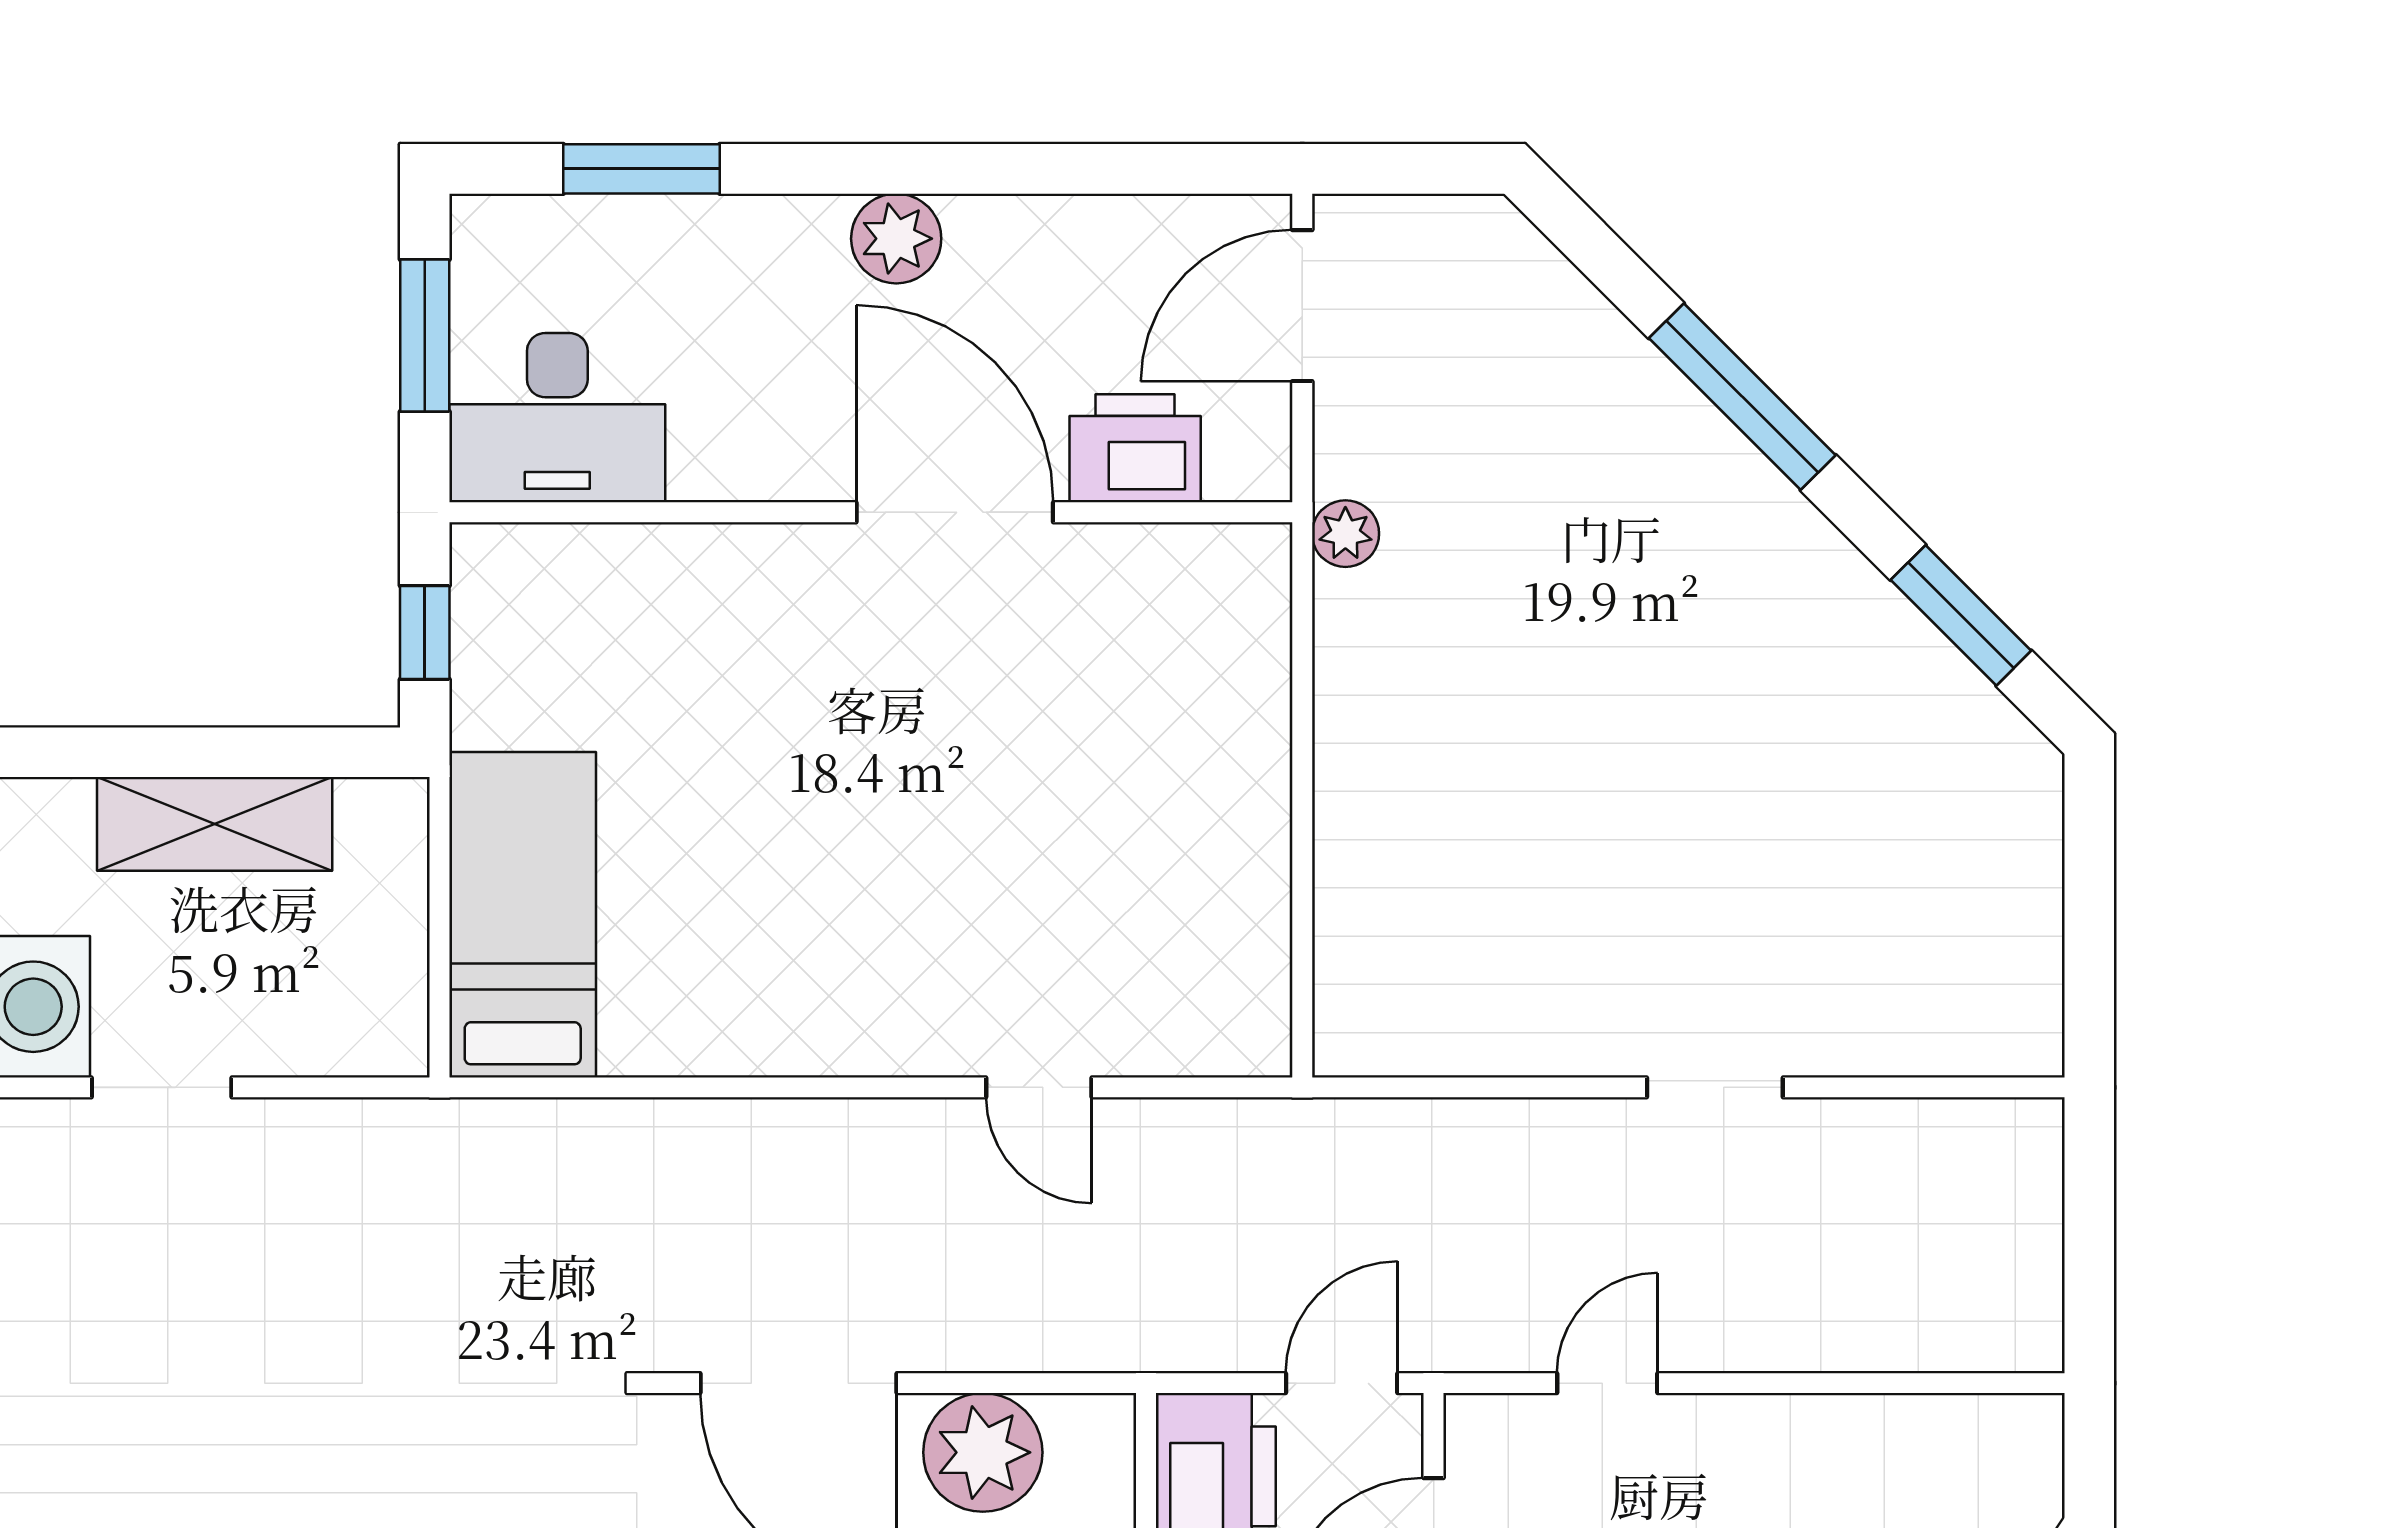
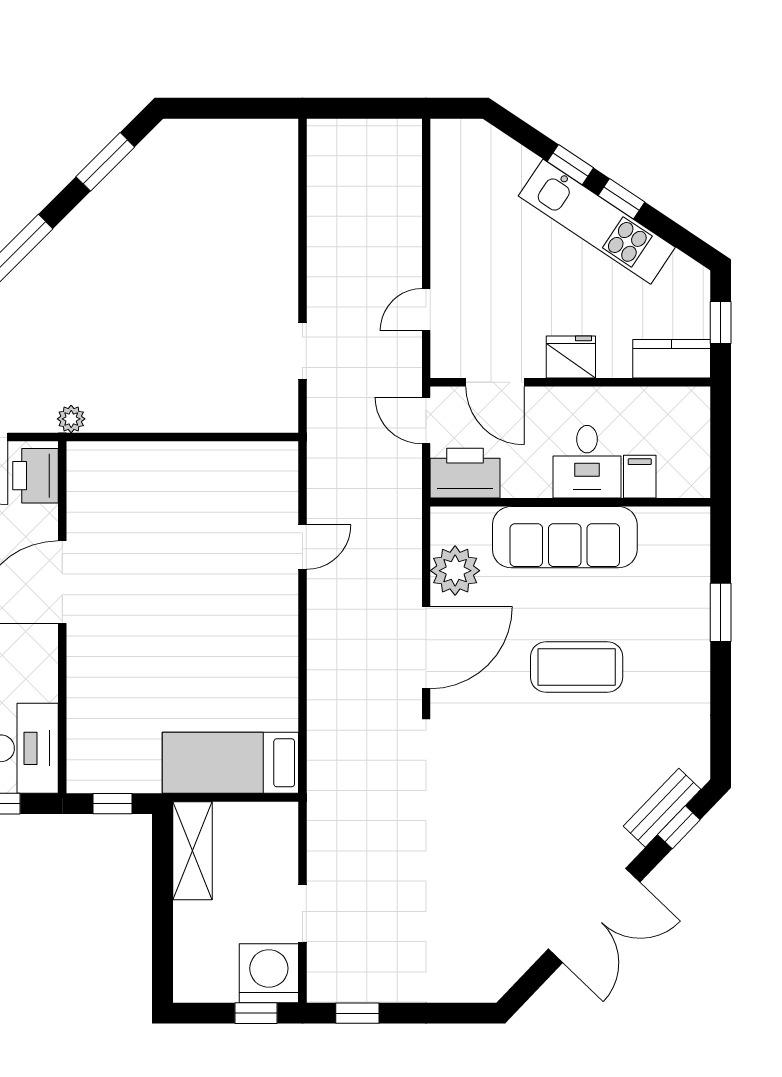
printer: (1135, 448) -> (36, 476), moved
shelving: (215, 824) -> (192, 851), moved
doorway: (1715, 1087) -> (303, 351), moved
door: (1607, 1383) -> (426, 310), hinge flipped

